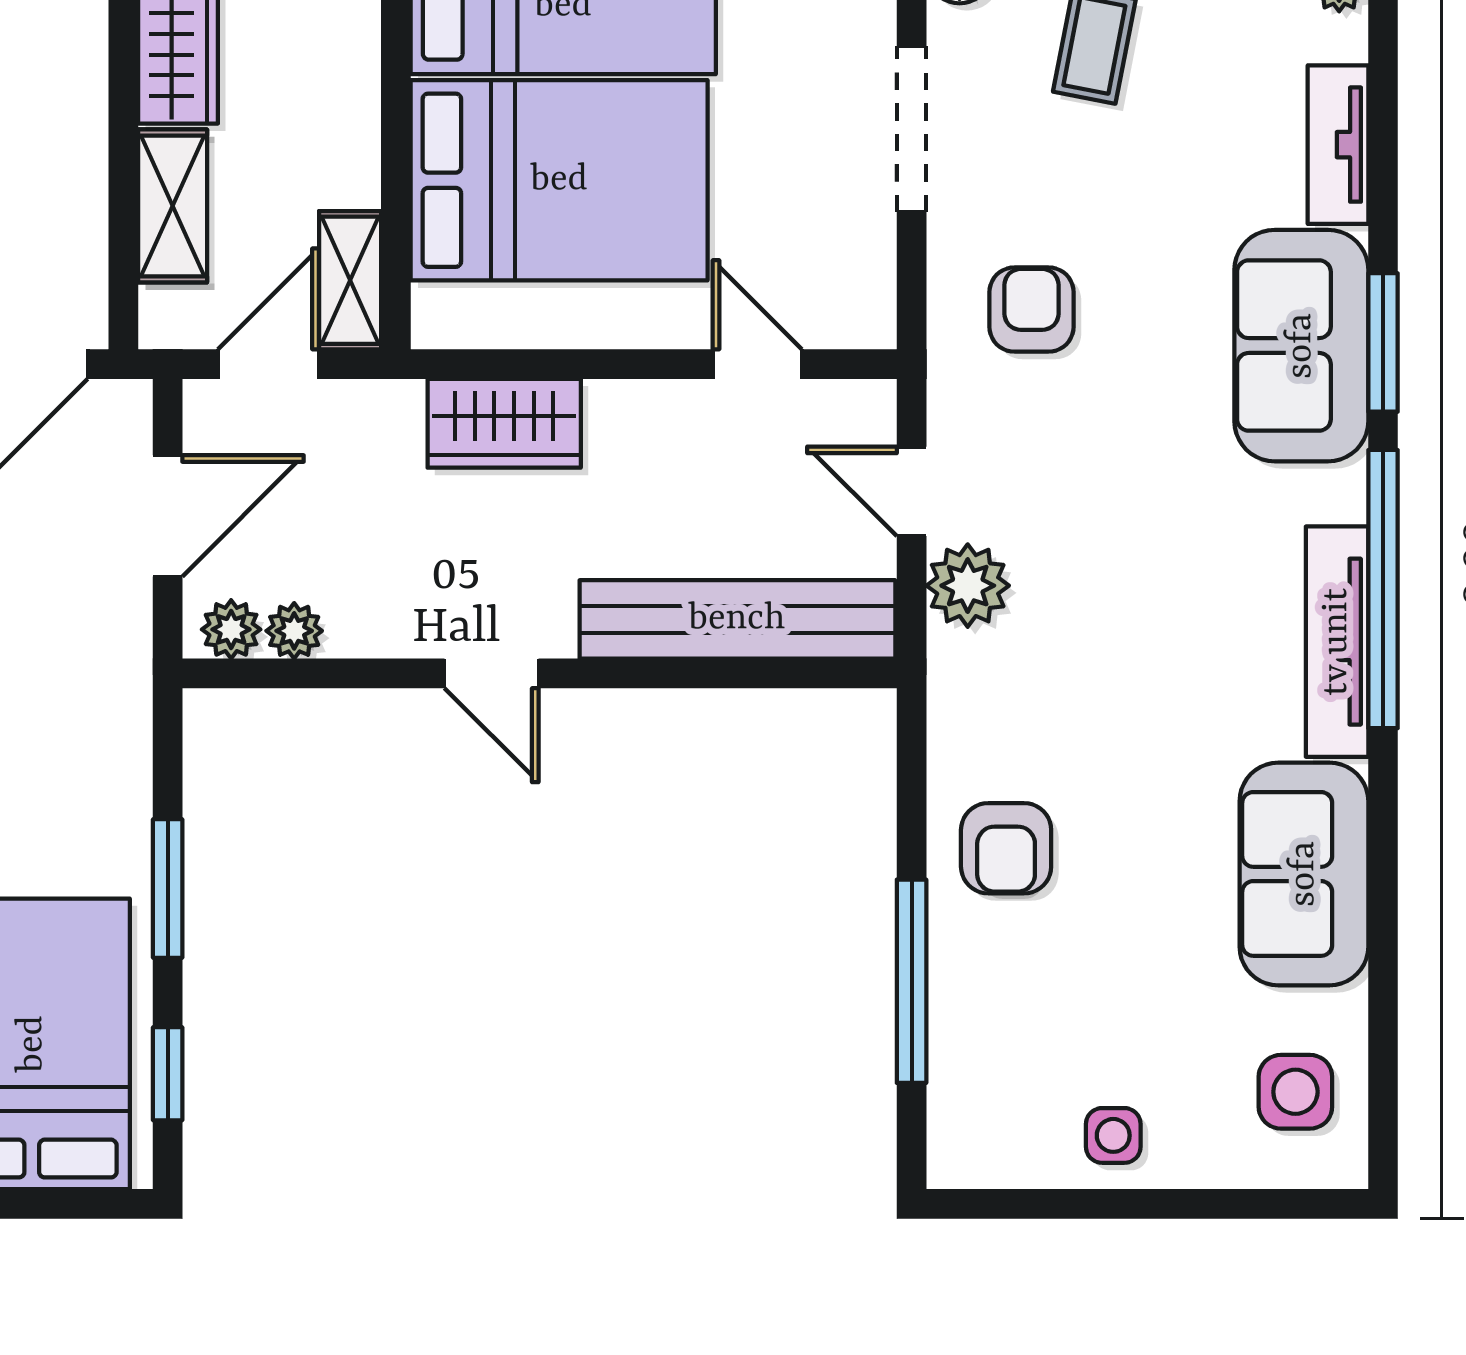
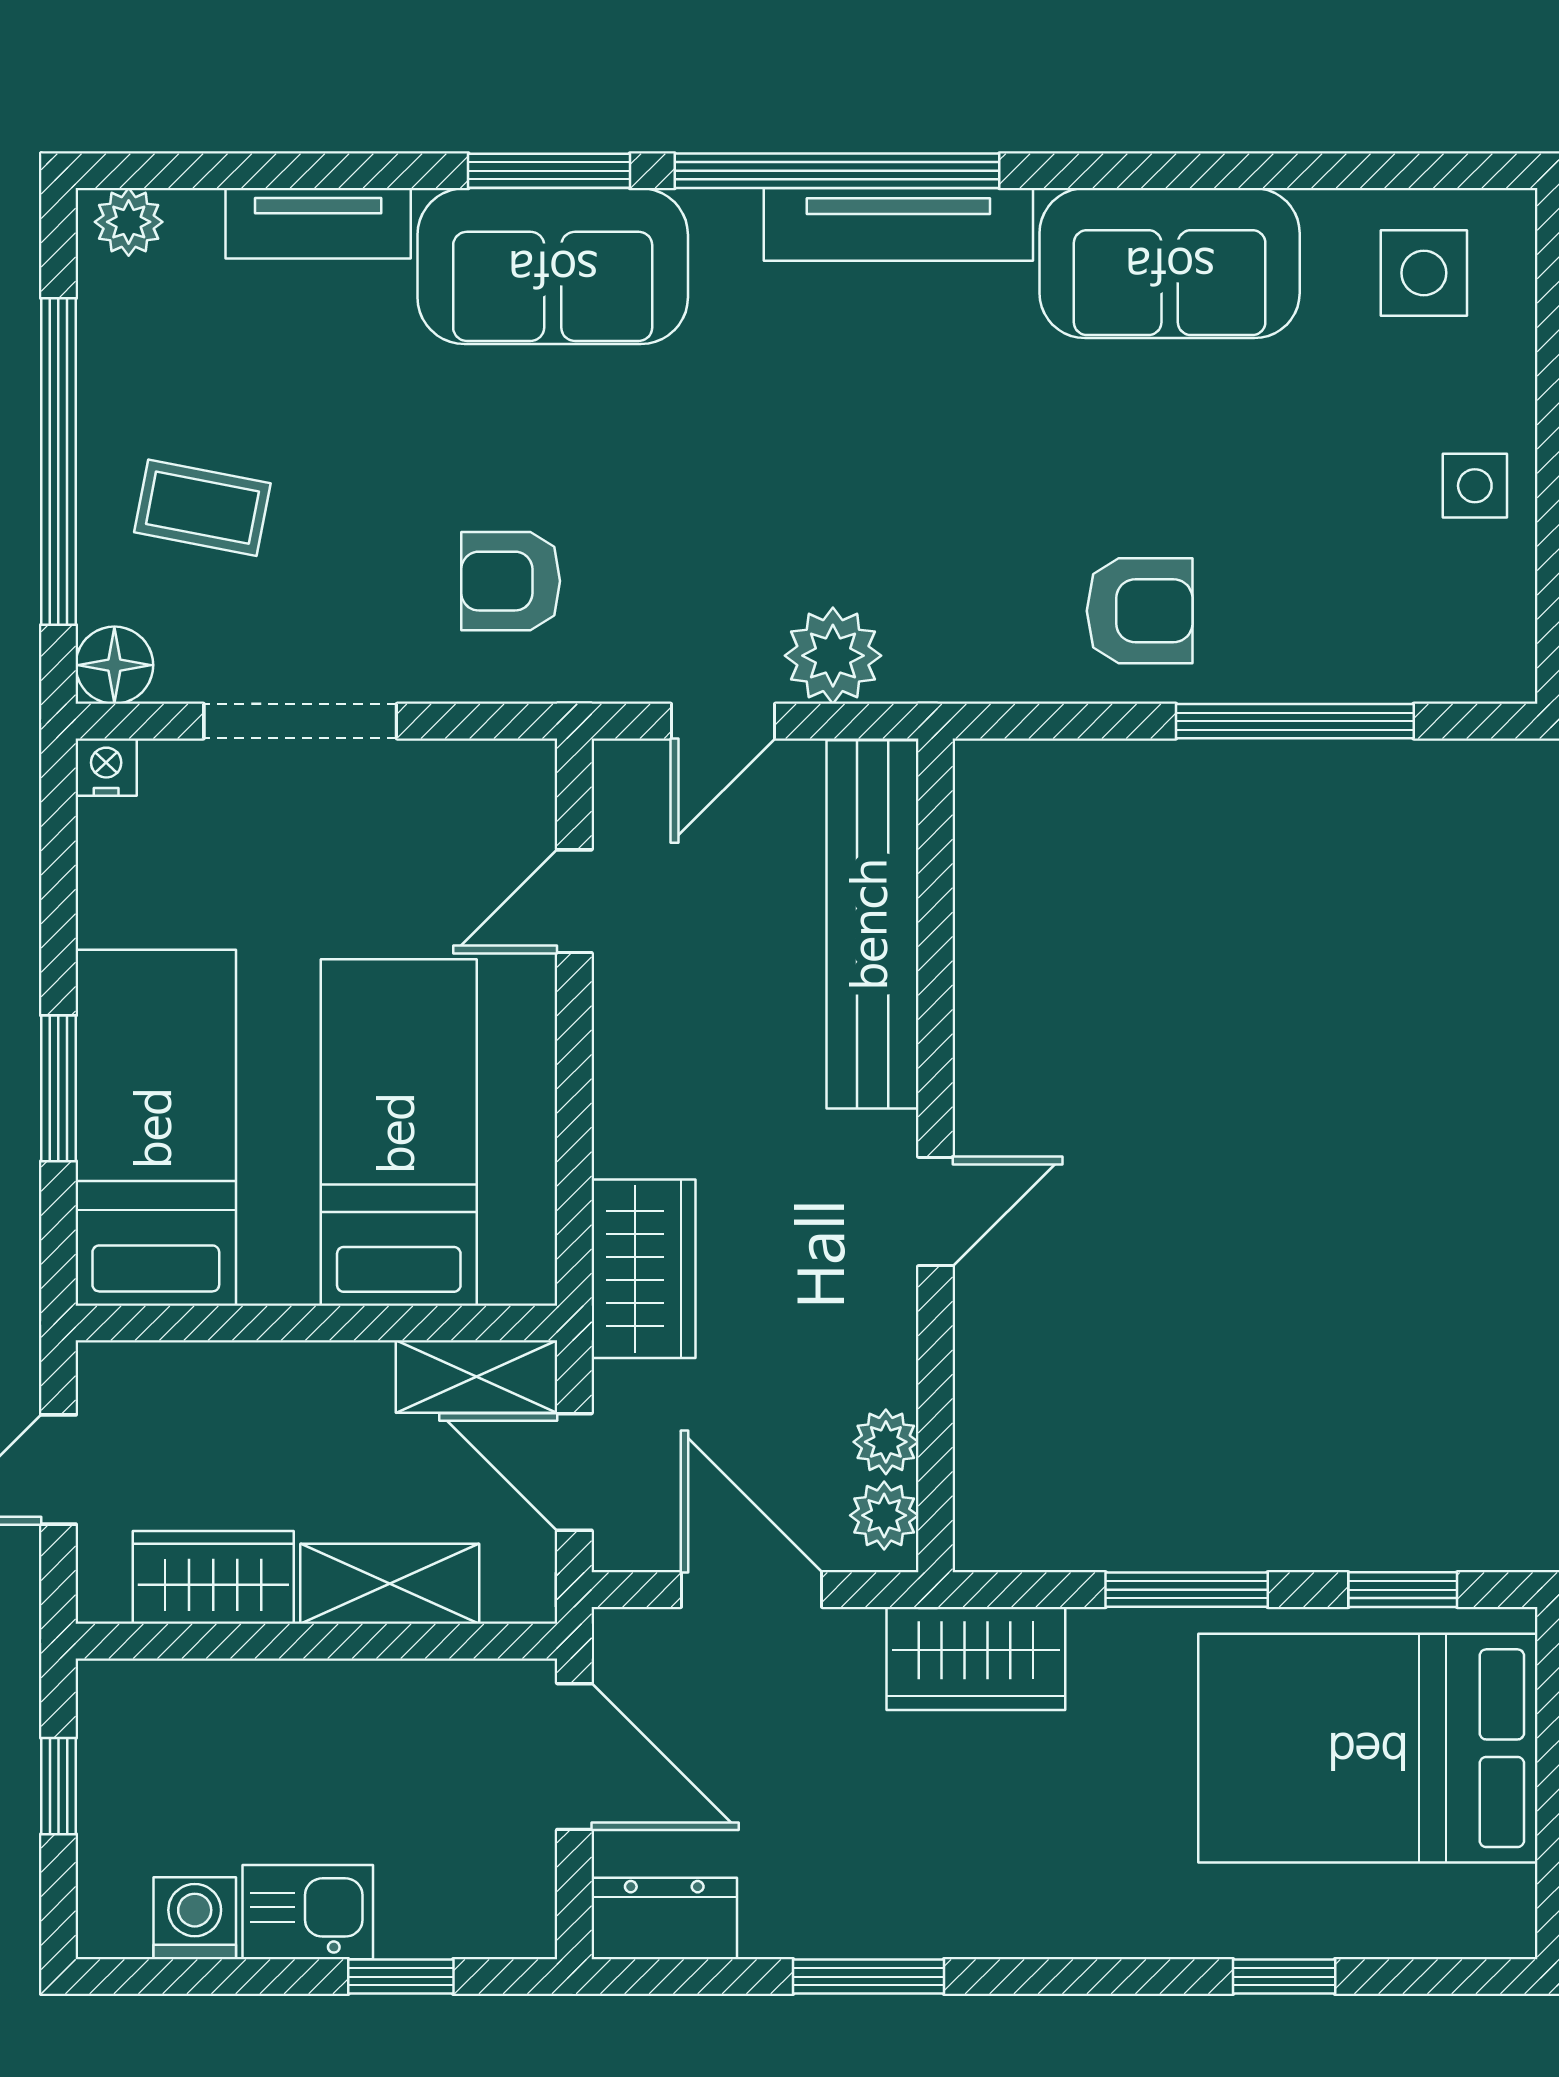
bed: (559, 180) -> (399, 1133), width x0.67
wardrobe: (504, 423) -> (643, 1269), moved
wardrobe: (109, 708) -> (976, 1658), added

